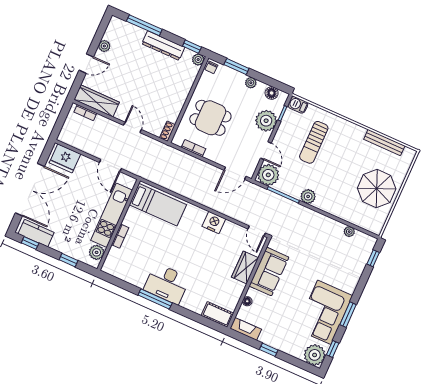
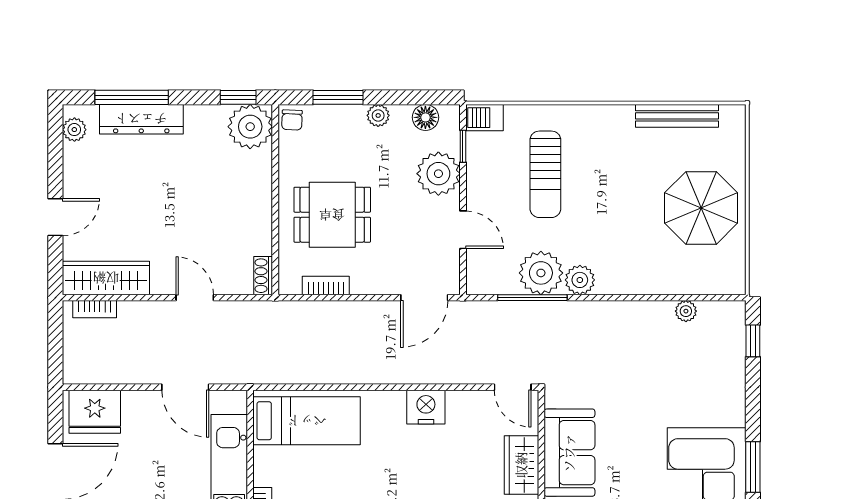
plant: (104, 46) -> (74, 130), moved
dresser: (163, 46) -> (141, 119), moved
plant: (198, 60) -> (250, 127), width x1.88, depth x1.88
plant: (268, 175) -> (541, 273), moved

